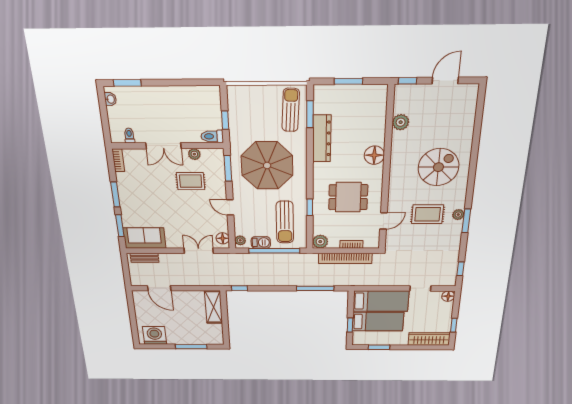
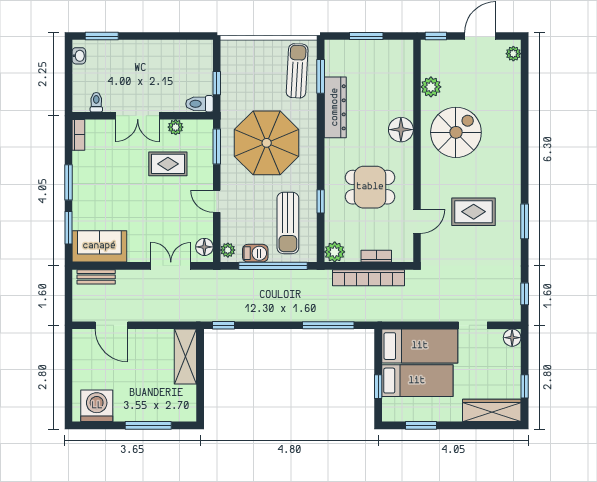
spiral stairs: (438, 167) -> (456, 132), moved
plant: (458, 215) -> (513, 54), moved

